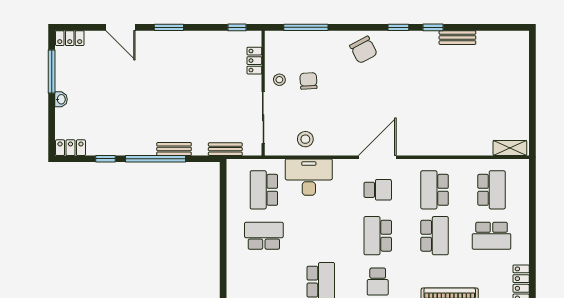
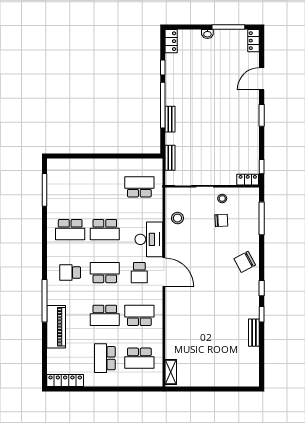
locker: (254, 61) -> (248, 180), moved
desk: (309, 177) -> (149, 239), moved
school desk: (264, 236) -> (105, 230), moved, turned 90

